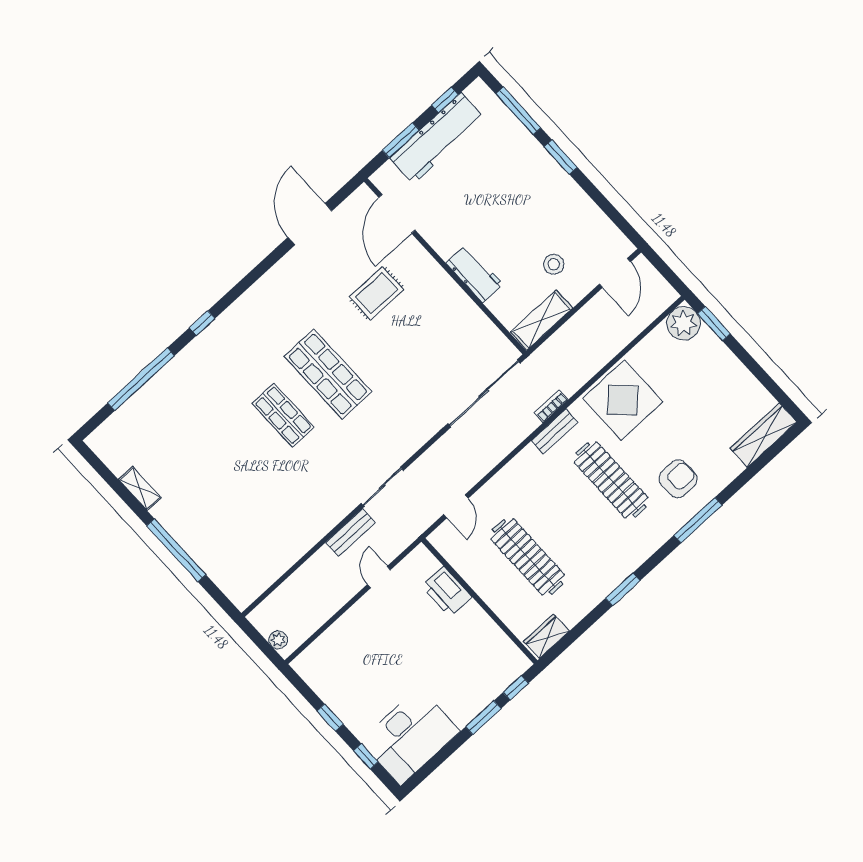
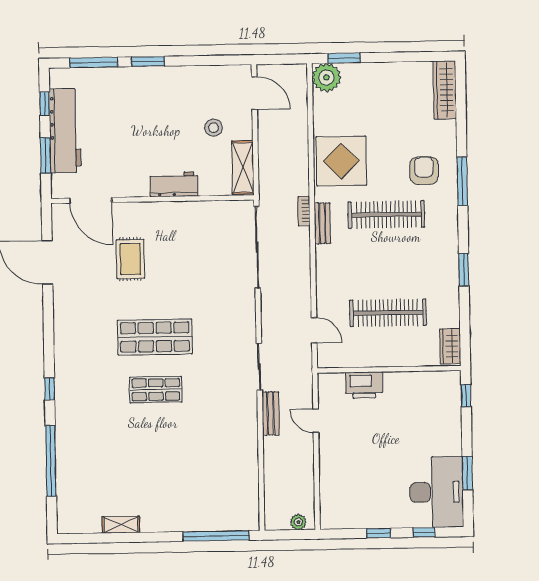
window: (176, 550) -> (216, 536), moved
window: (483, 718) -> (467, 473), moved

